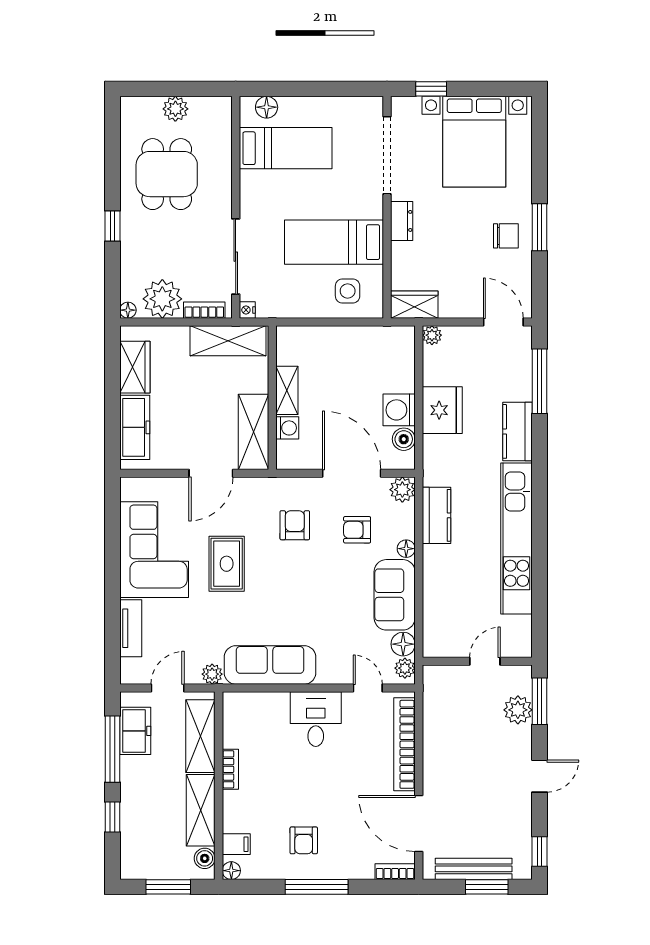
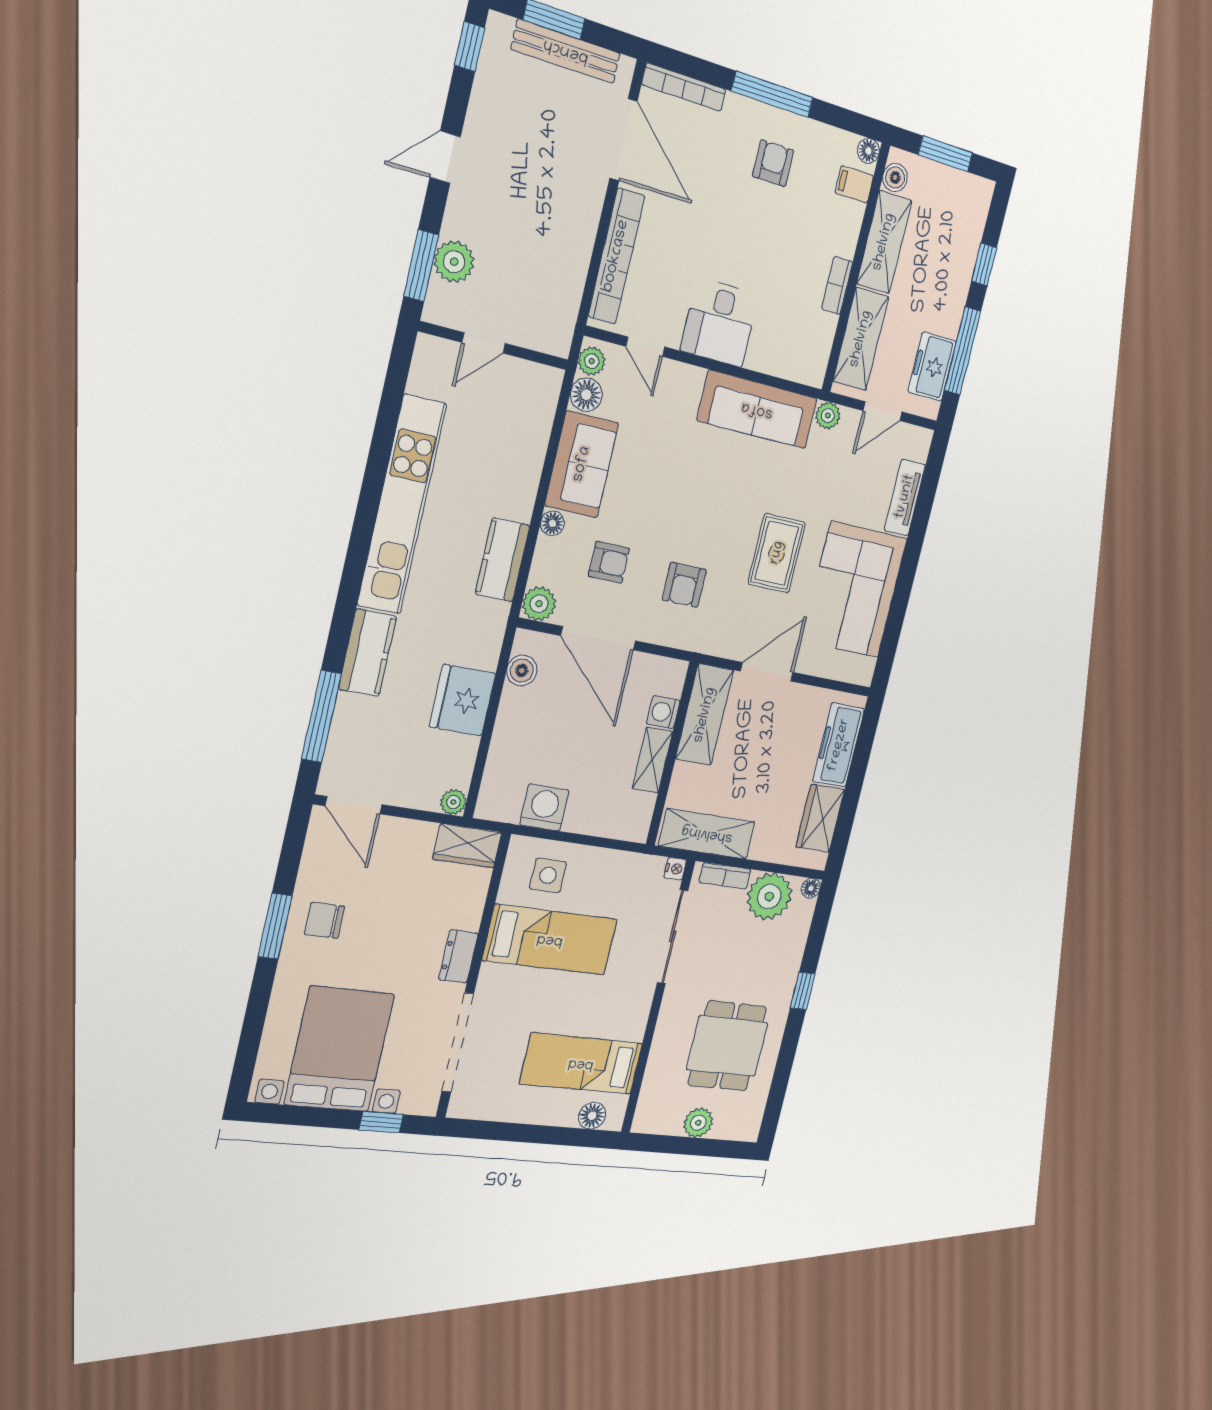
washing machine: (399, 410) -> (544, 807), moved, turned -90
bookcase: (395, 872) -> (684, 87), width x1.56

